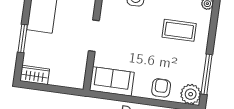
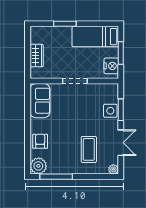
wardrobe: (35, 75) -> (37, 55), moved
armchair: (161, 88) -> (40, 141), turned -90

